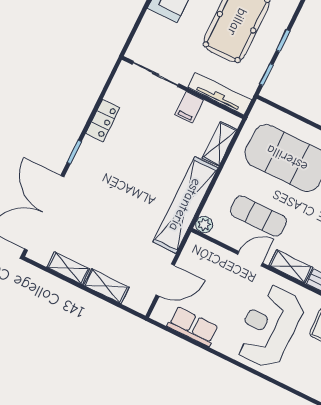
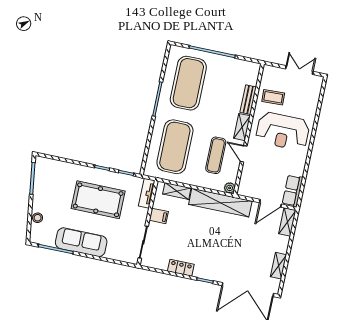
tv unit: (220, 94) -> (147, 193), width x0.71
door: (165, 280) -> (270, 203), swing flipped
shelving: (106, 286) -> (287, 222), moved
row of seats: (193, 326) -> (293, 191), moved

